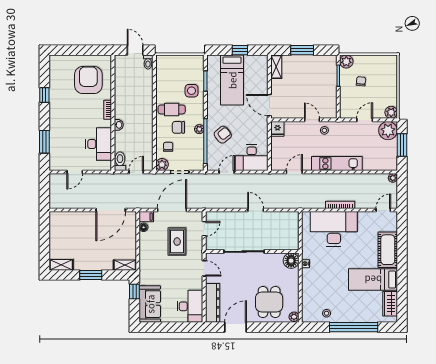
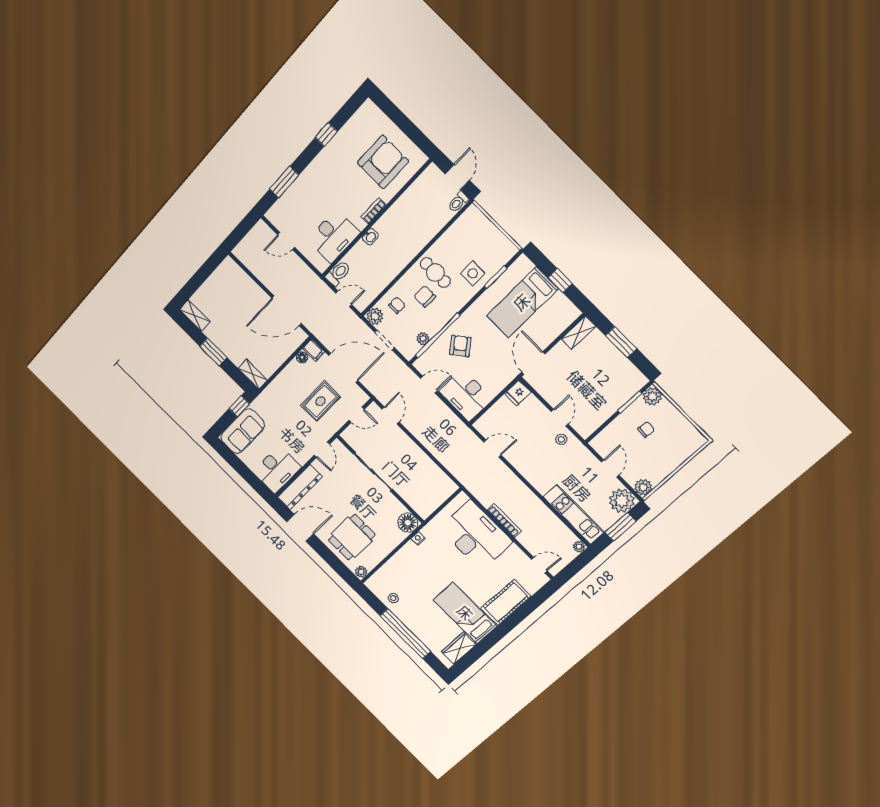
door: (365, 120) -> (610, 468), hinge flipped
plant: (199, 129) -> (423, 339), moved
armchair: (223, 135) -> (460, 346), turned -89
kitchen unit: (337, 164) -> (574, 514), moved
door: (256, 210) -> (391, 416), moved

